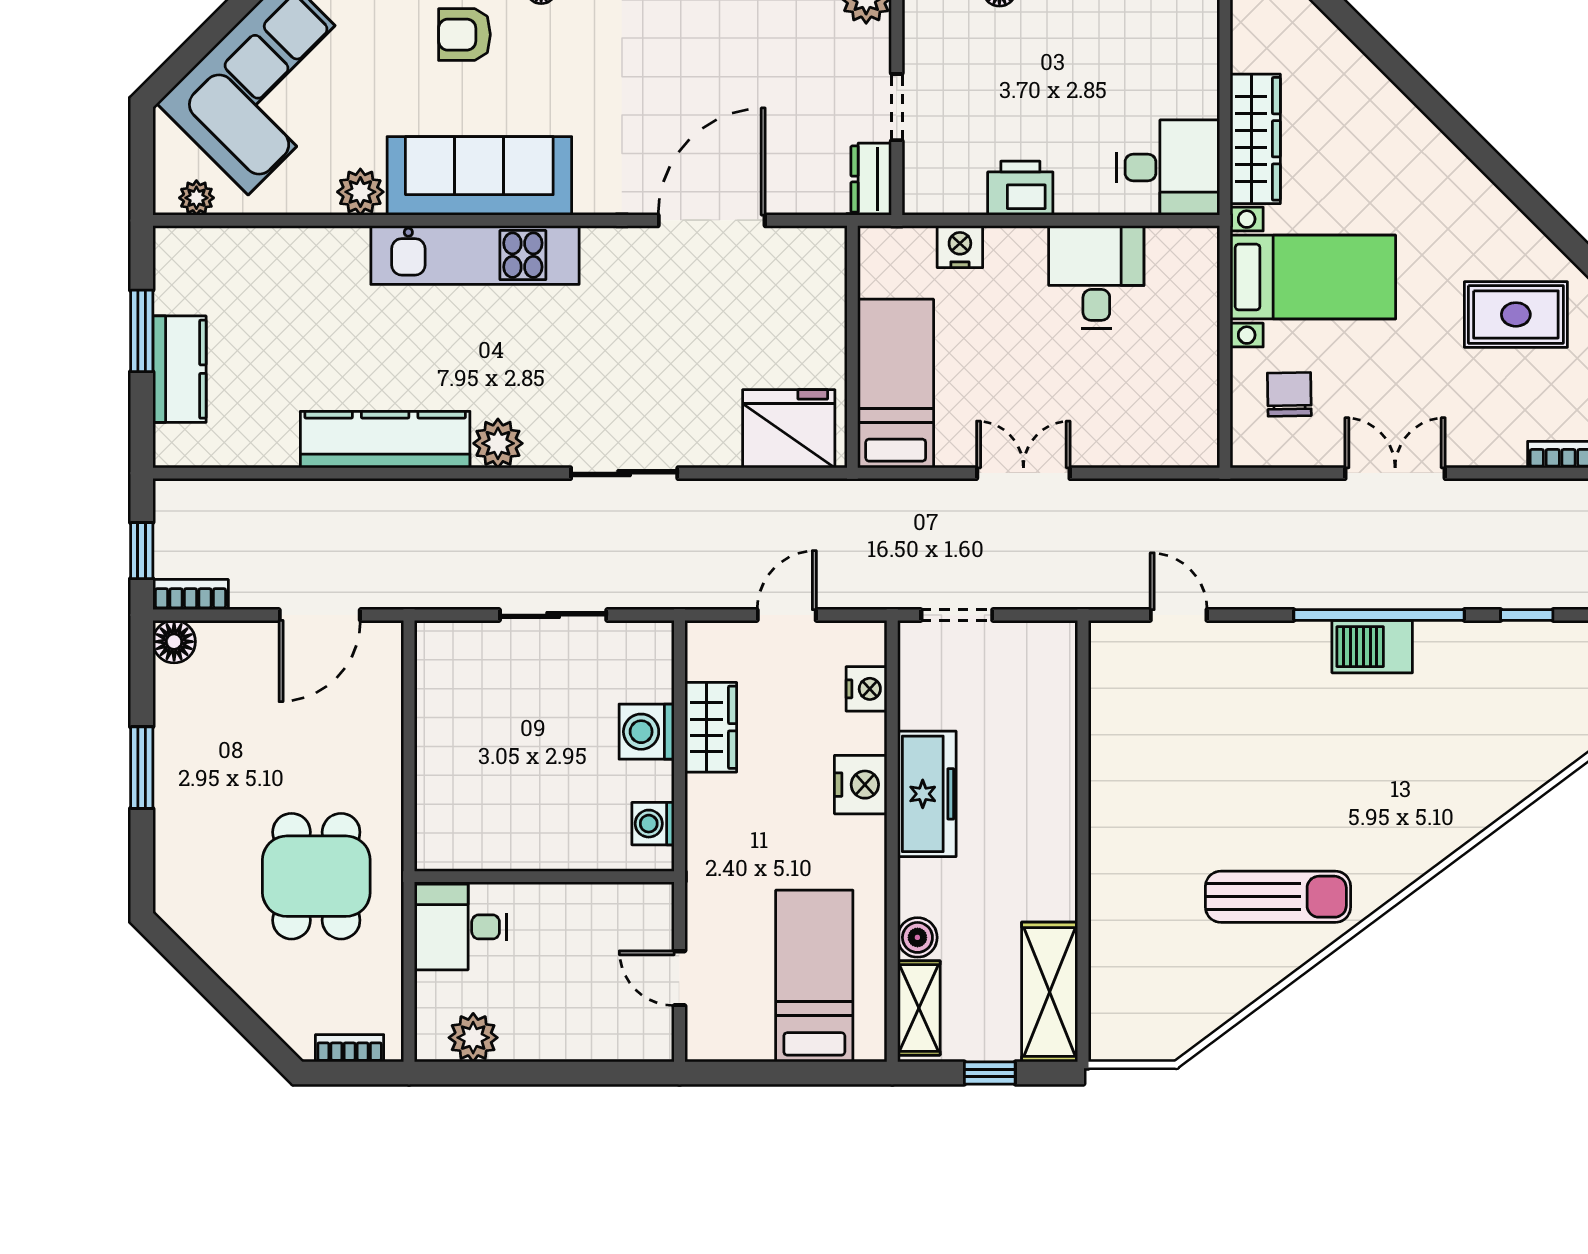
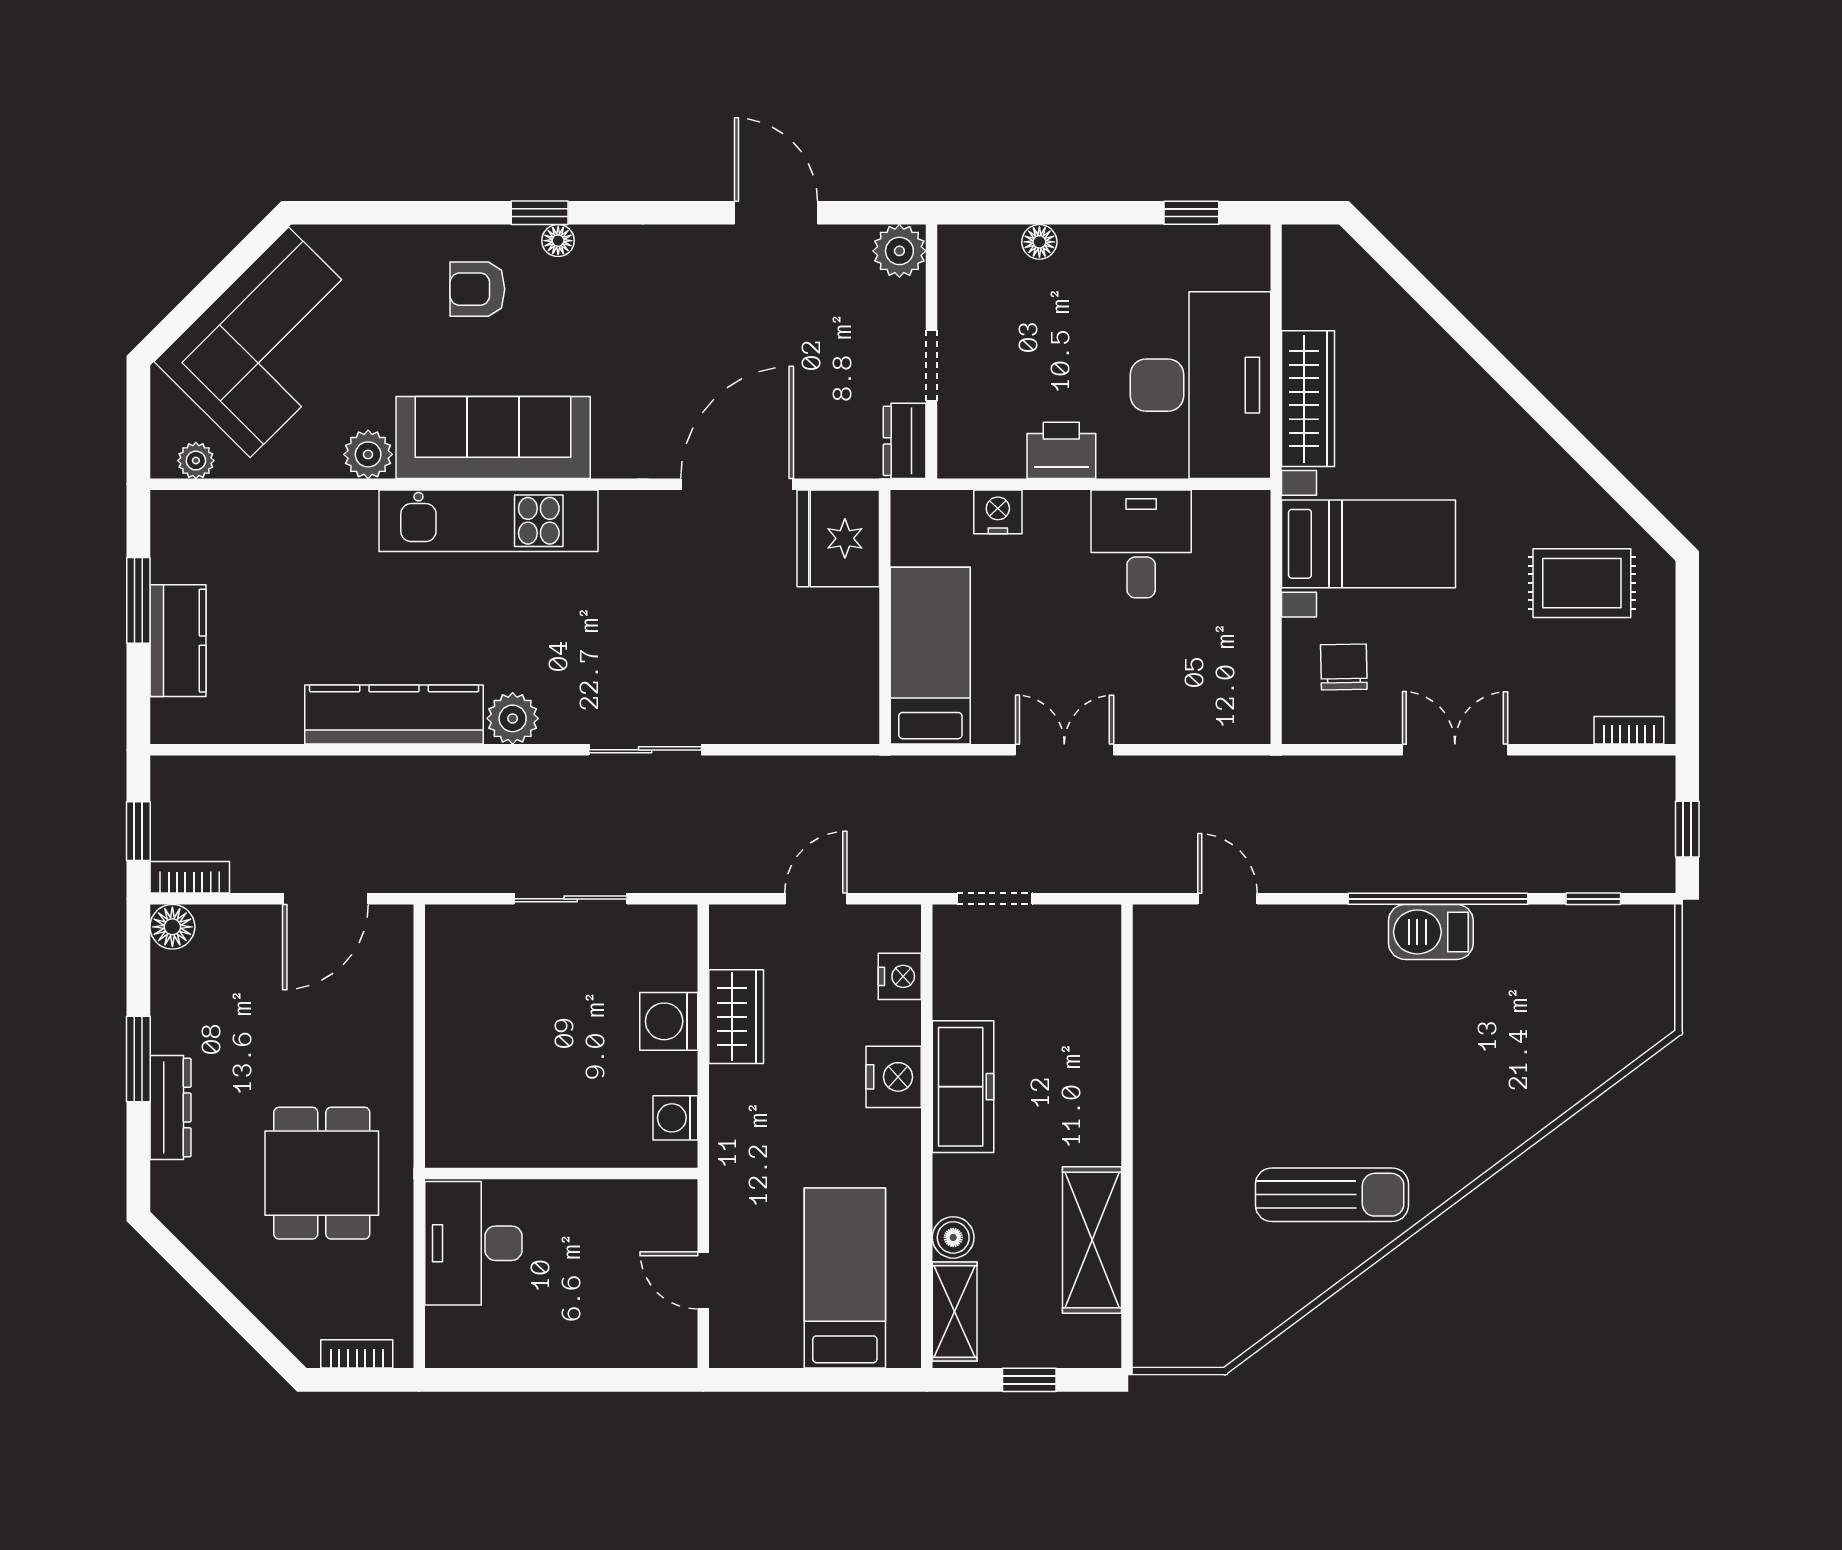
desk: (1168, 168) -> (1200, 385), width x1.87, depth x1.30
fridge: (789, 429) -> (838, 538), moved, turned -90
dresser: (172, 814) -> (170, 1108), added
desk: (461, 927) -> (473, 1243), width x1.37
shelving: (1050, 992) -> (1092, 1240), moved
plant: (473, 1038) -> (487, 1343), removed

